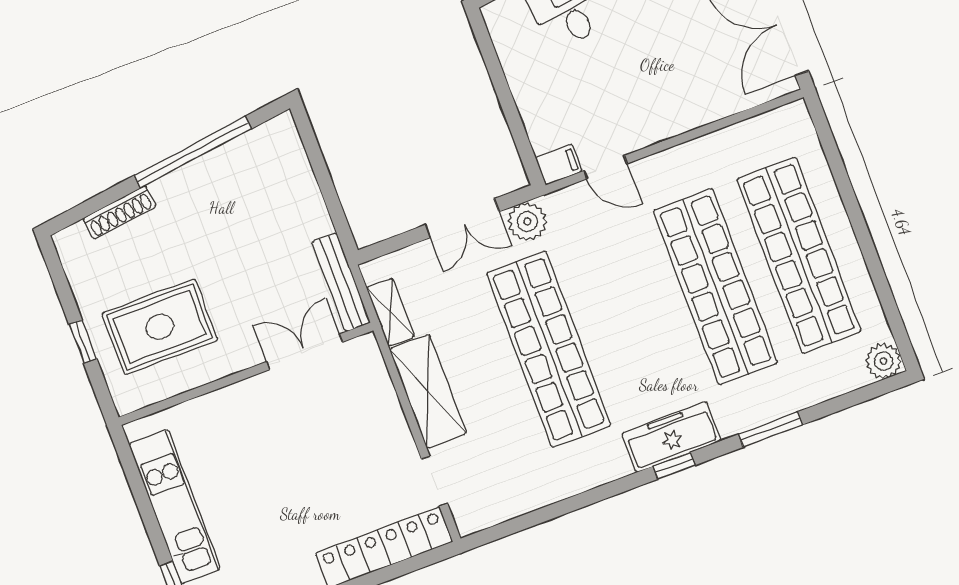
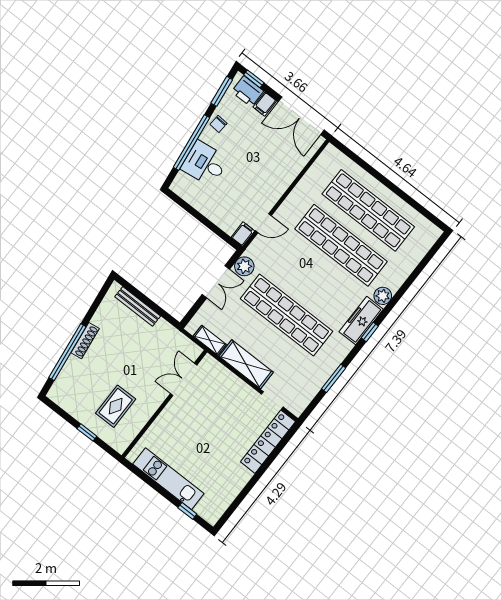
window: (193, 152) -> (67, 352), moved
shoe rack: (119, 212) -> (85, 341), moved
bench: (341, 282) -> (138, 306), moved
rug: (160, 327) -> (116, 406), width x0.73, depth x0.70
plant: (883, 361) -> (383, 296), moved
window: (770, 429) -> (334, 378), moved

